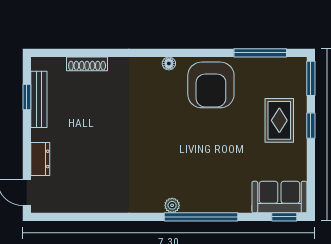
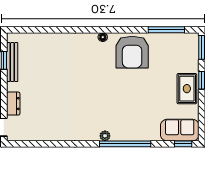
shoe rack: (87, 64) -> (46, 37), removed
rug: (279, 120) -> (187, 89), moved

